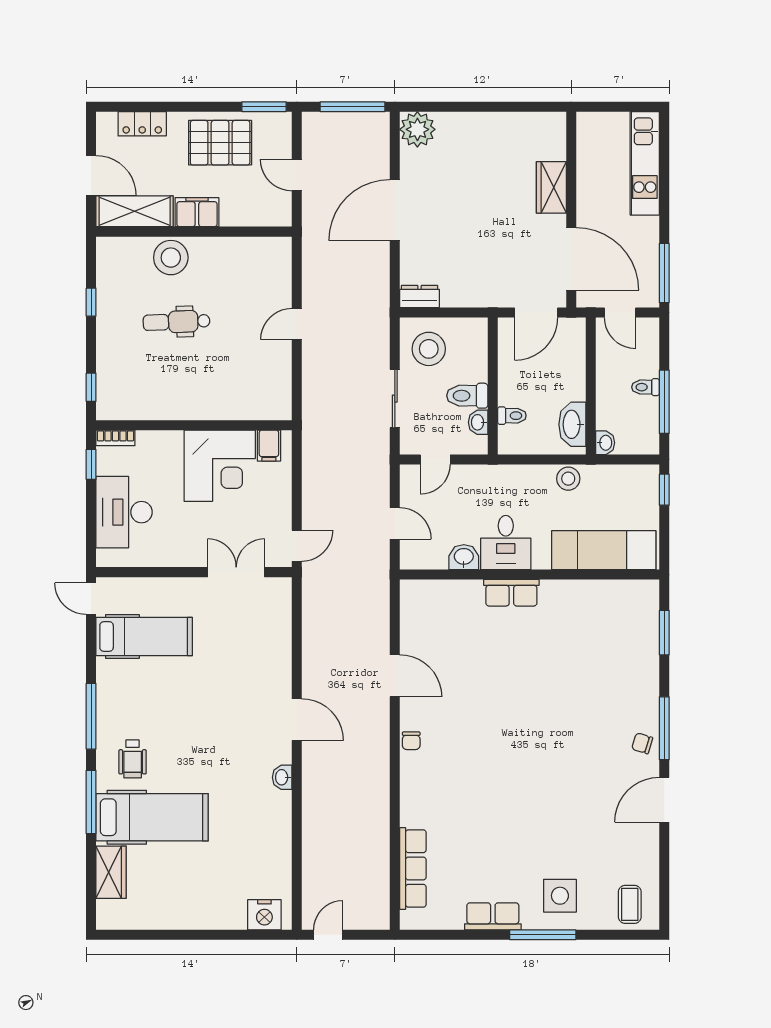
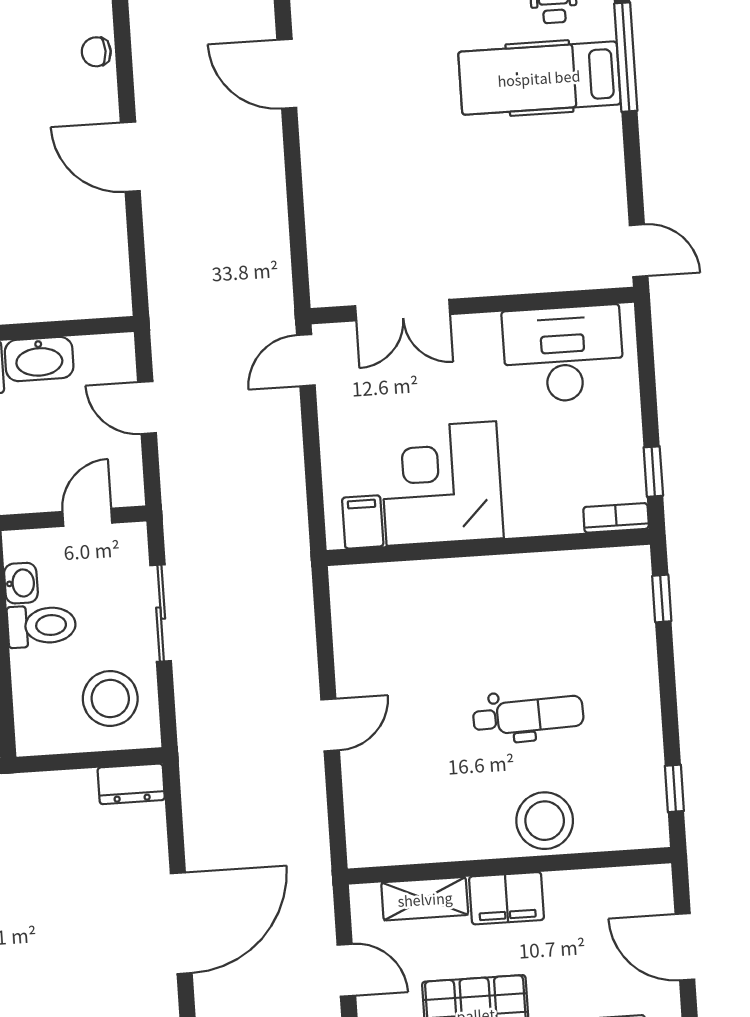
shelving: (135, 211) -> (425, 899), moved, width x0.67, depth x0.75
window: (91, 302) -> (674, 788), moved
desk: (124, 512) -> (563, 354), moved, turned -90
washbasin: (464, 557) -> (39, 359), width x1.38
hospital bed: (144, 637) -> (539, 78), moved
chair: (411, 741) -> (96, 52), turned -90

